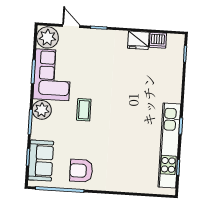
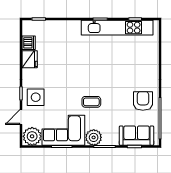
side table: (93, 45) -> (36, 97), added
armchair: (81, 171) -> (143, 101), turned 180

